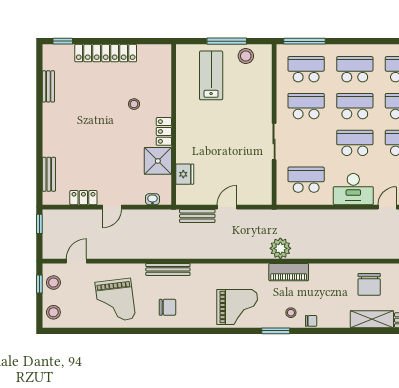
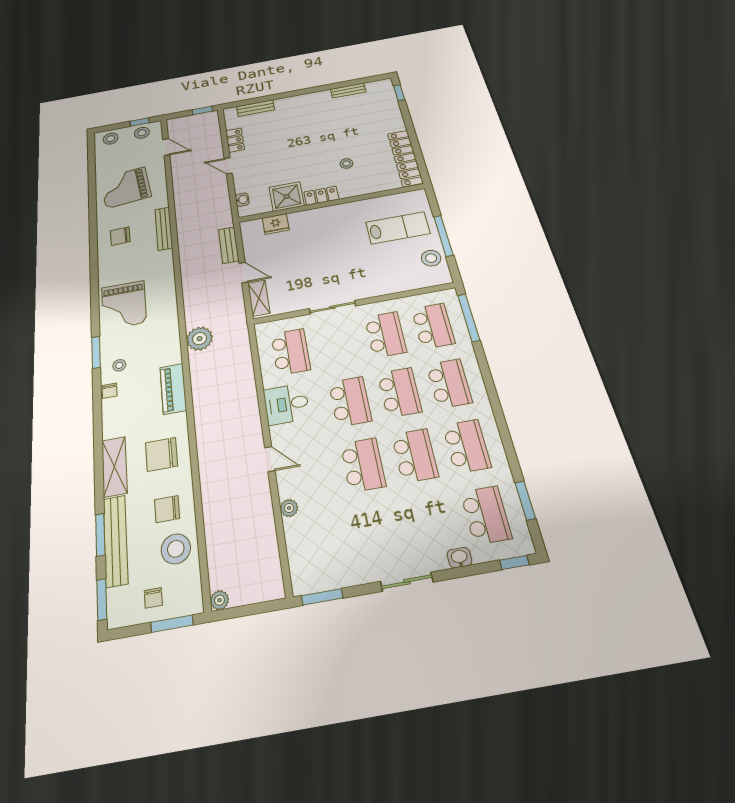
locker: (106, 53) -> (405, 158), moved
desk: (353, 189) -> (287, 404), width x0.73
shelving: (254, 198) -> (259, 298), added
piano: (289, 272) -> (173, 389), moved
chair: (167, 307) -> (120, 236), turned 88

